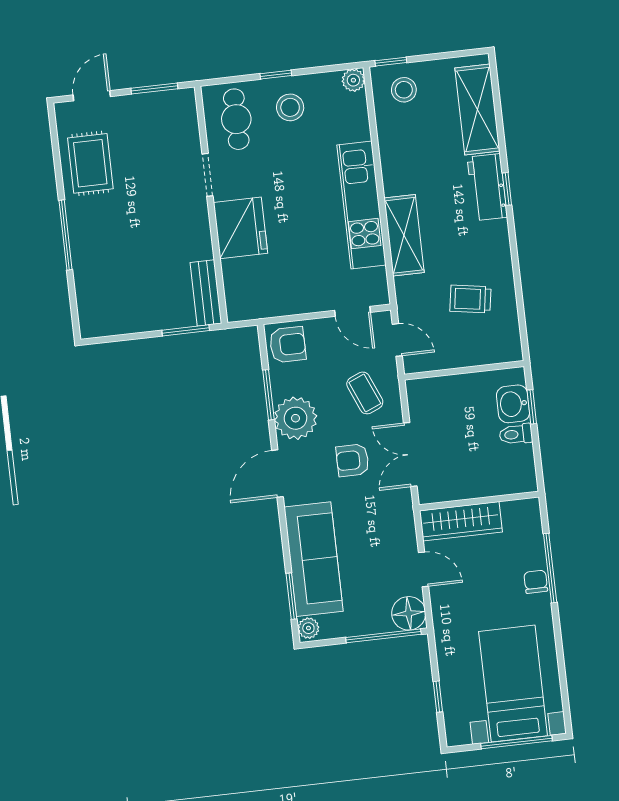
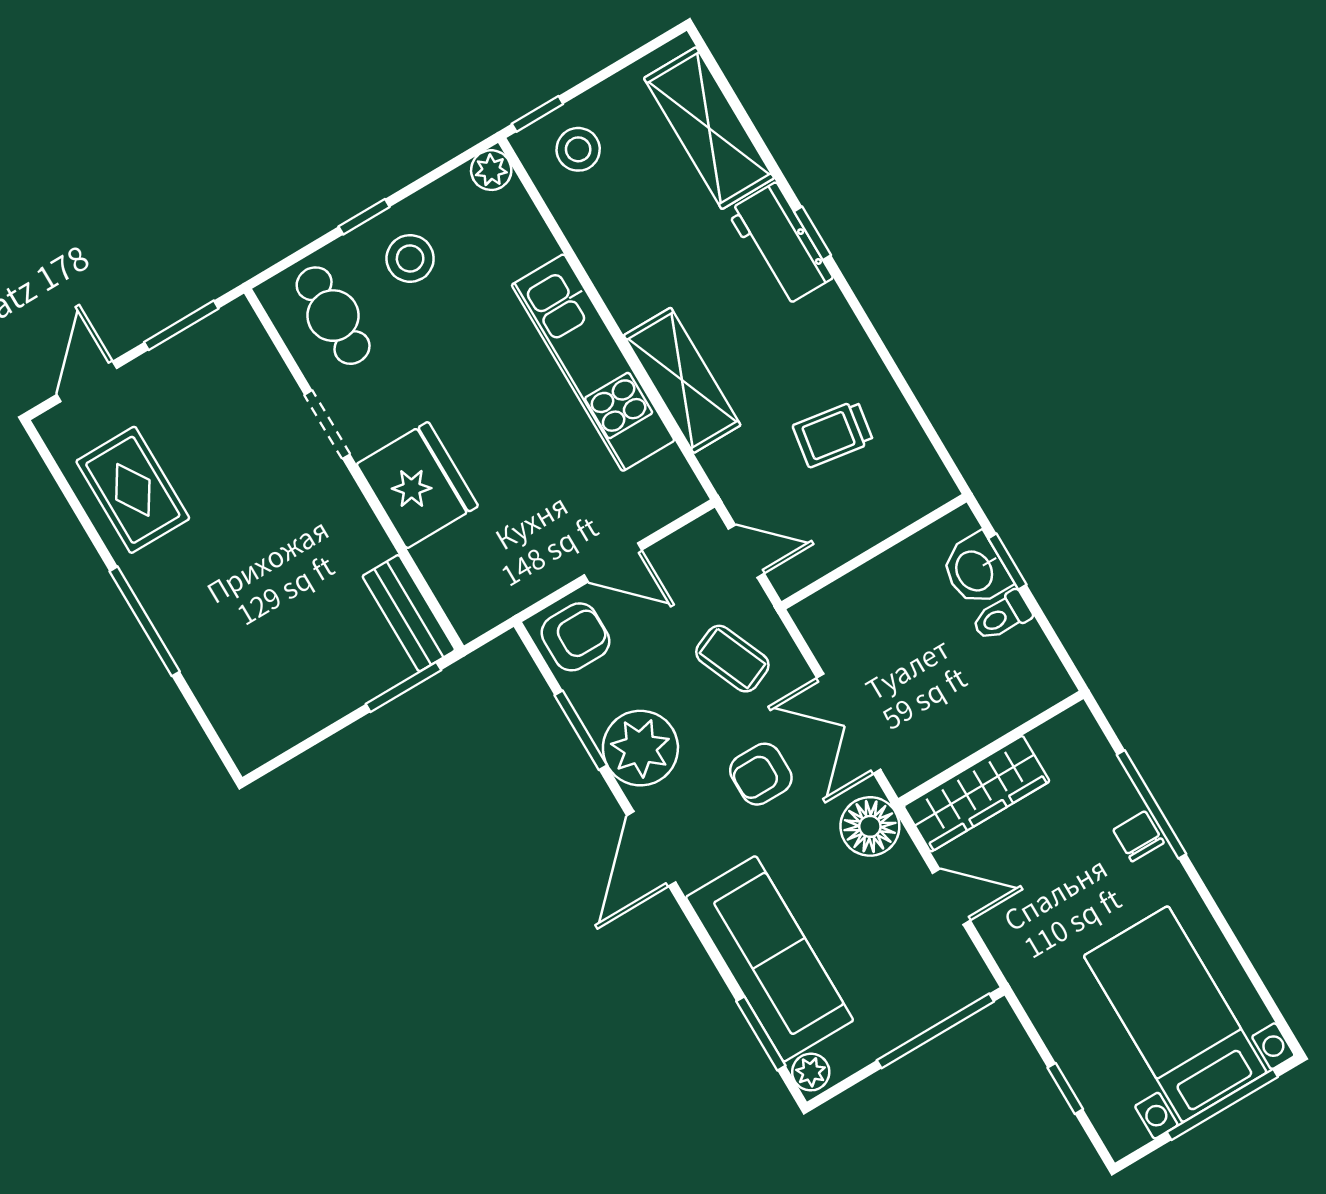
door: (353, 311) -> (613, 563), moved
floor lamp: (409, 613) -> (870, 826), moved

